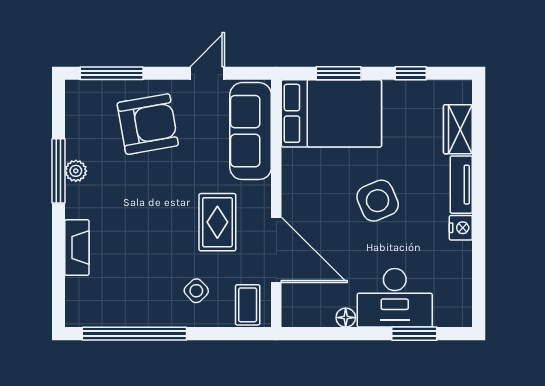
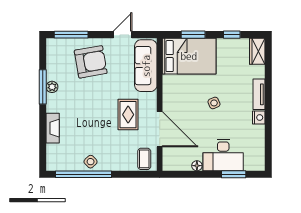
wardrobe: (458, 129) -> (257, 51), moved
side table: (378, 201) -> (214, 103), width x0.54, depth x0.54
side table: (196, 291) -> (91, 162), moved

